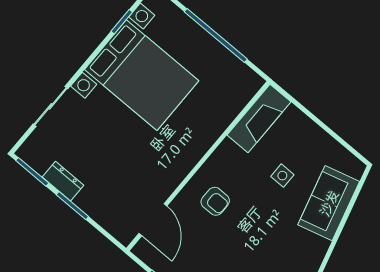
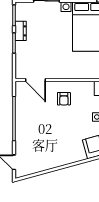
door: (153, 220) -> (36, 80), hinge flipped

